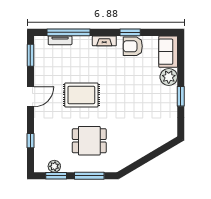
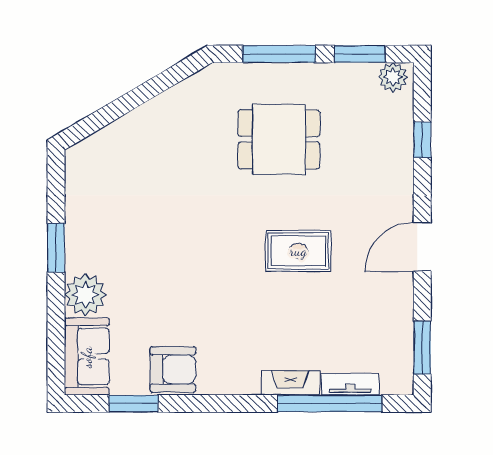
window: (130, 32) -> (133, 404), moved
fireplace: (104, 41) -> (290, 383), moved
rug: (81, 95) -> (298, 251), width x0.73, depth x0.70
plant: (54, 166) -> (393, 77), moved

